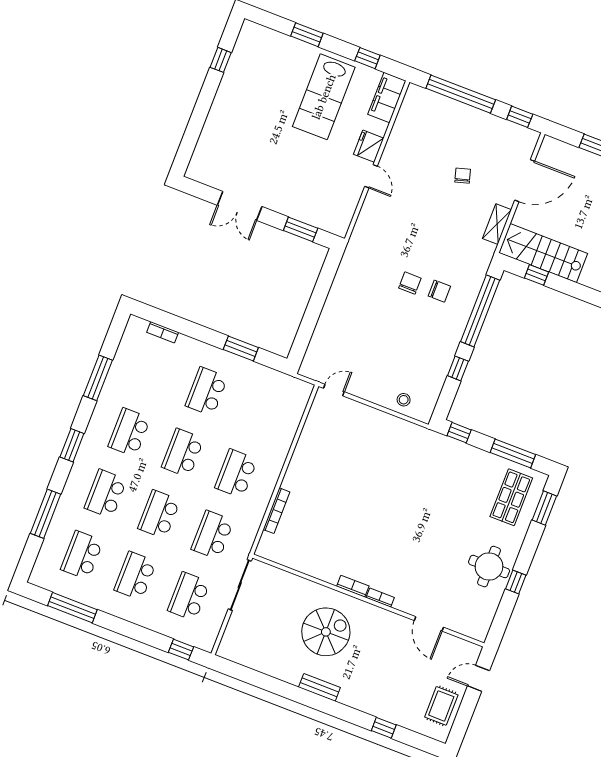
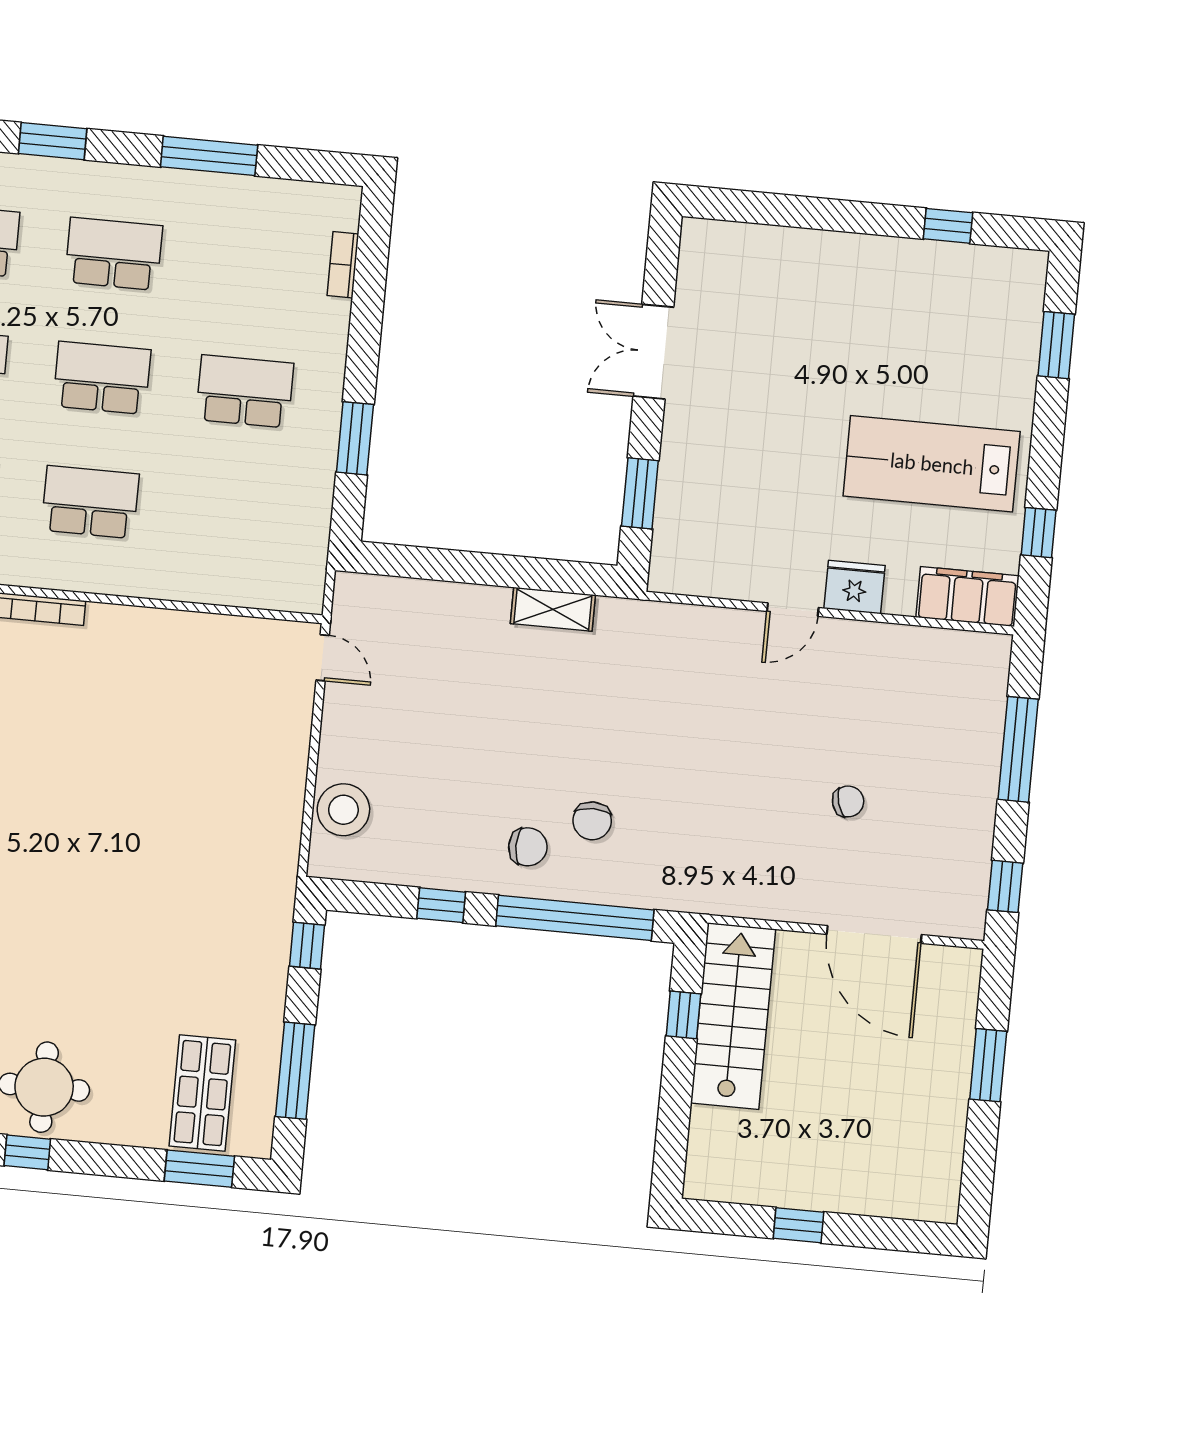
window: (307, 35) -> (1056, 345), moved
window: (461, 94) -> (1018, 749), width x0.68
shelving: (497, 224) -> (553, 609), moved
chair: (410, 283) -> (528, 847), moved
stool: (404, 400) -> (343, 810), width x1.89, depth x1.89
shop shelf: (511, 497) -> (202, 1093), turned 90

